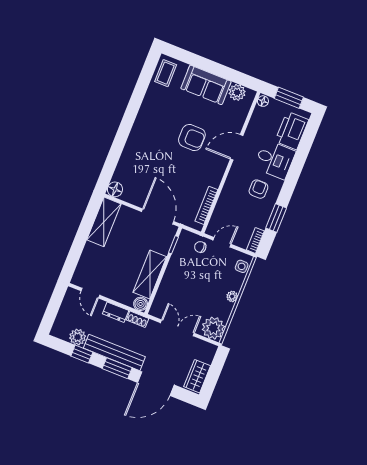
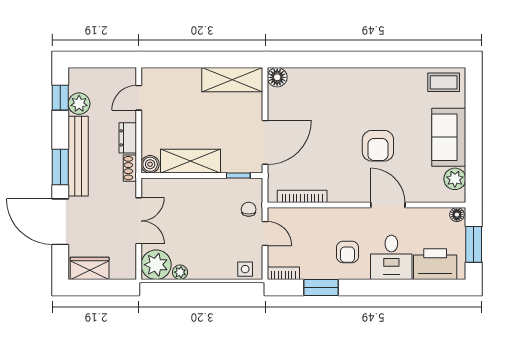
armchair: (258, 189) -> (348, 252), turned 90
plant: (232, 296) -> (180, 272), moved
window: (82, 354) -> (60, 98), moved

